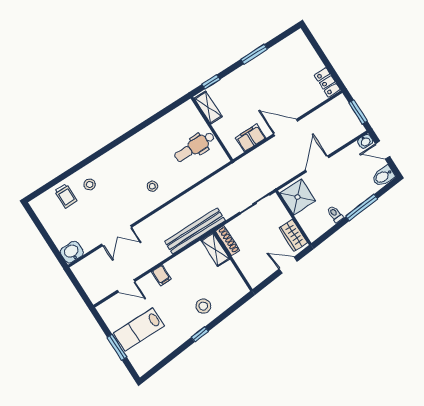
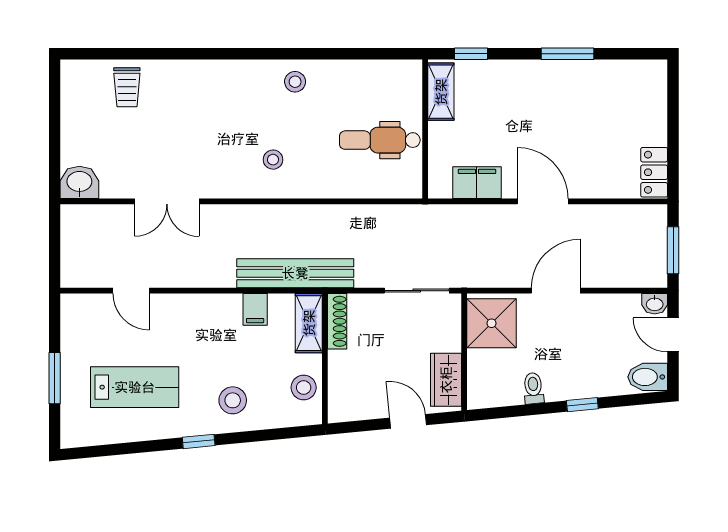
stool: (90, 184) -> (295, 82), moved
window: (362, 207) -> (582, 405), width x0.46
filing cabinet: (161, 275) -> (255, 309), moved
stool: (232, 280) -> (304, 388), added
lab bench: (139, 329) -> (135, 387), moved, turned 180

